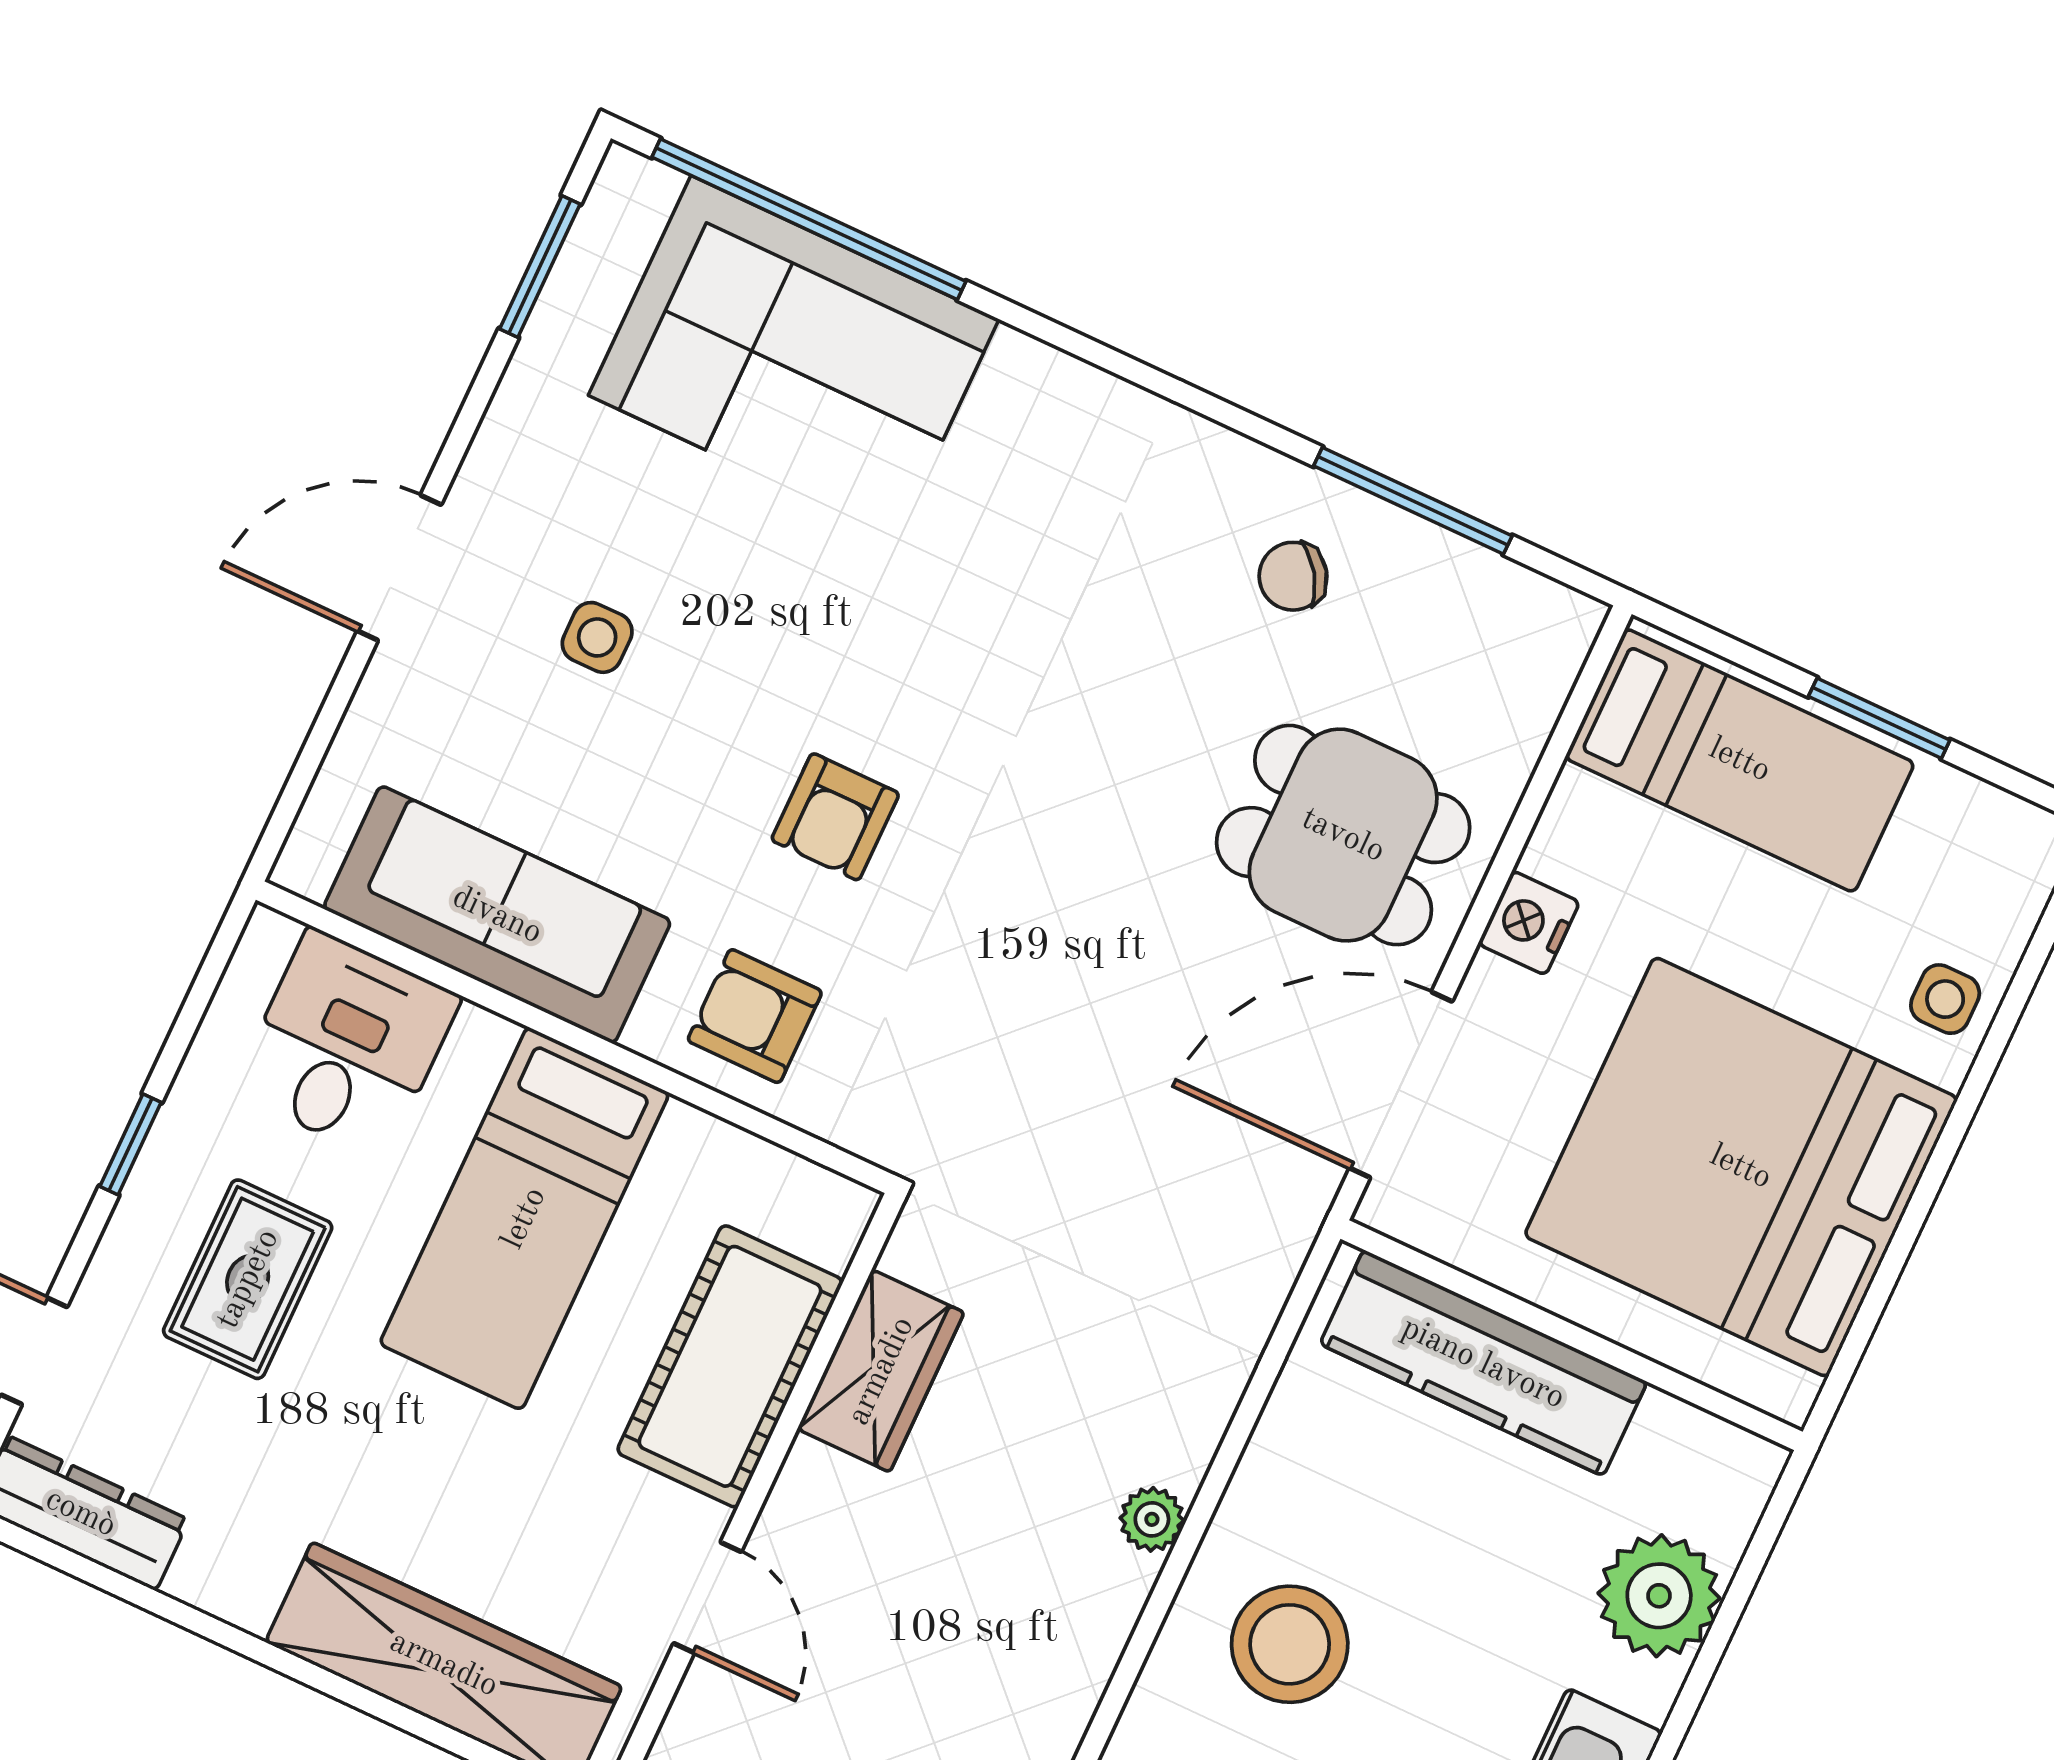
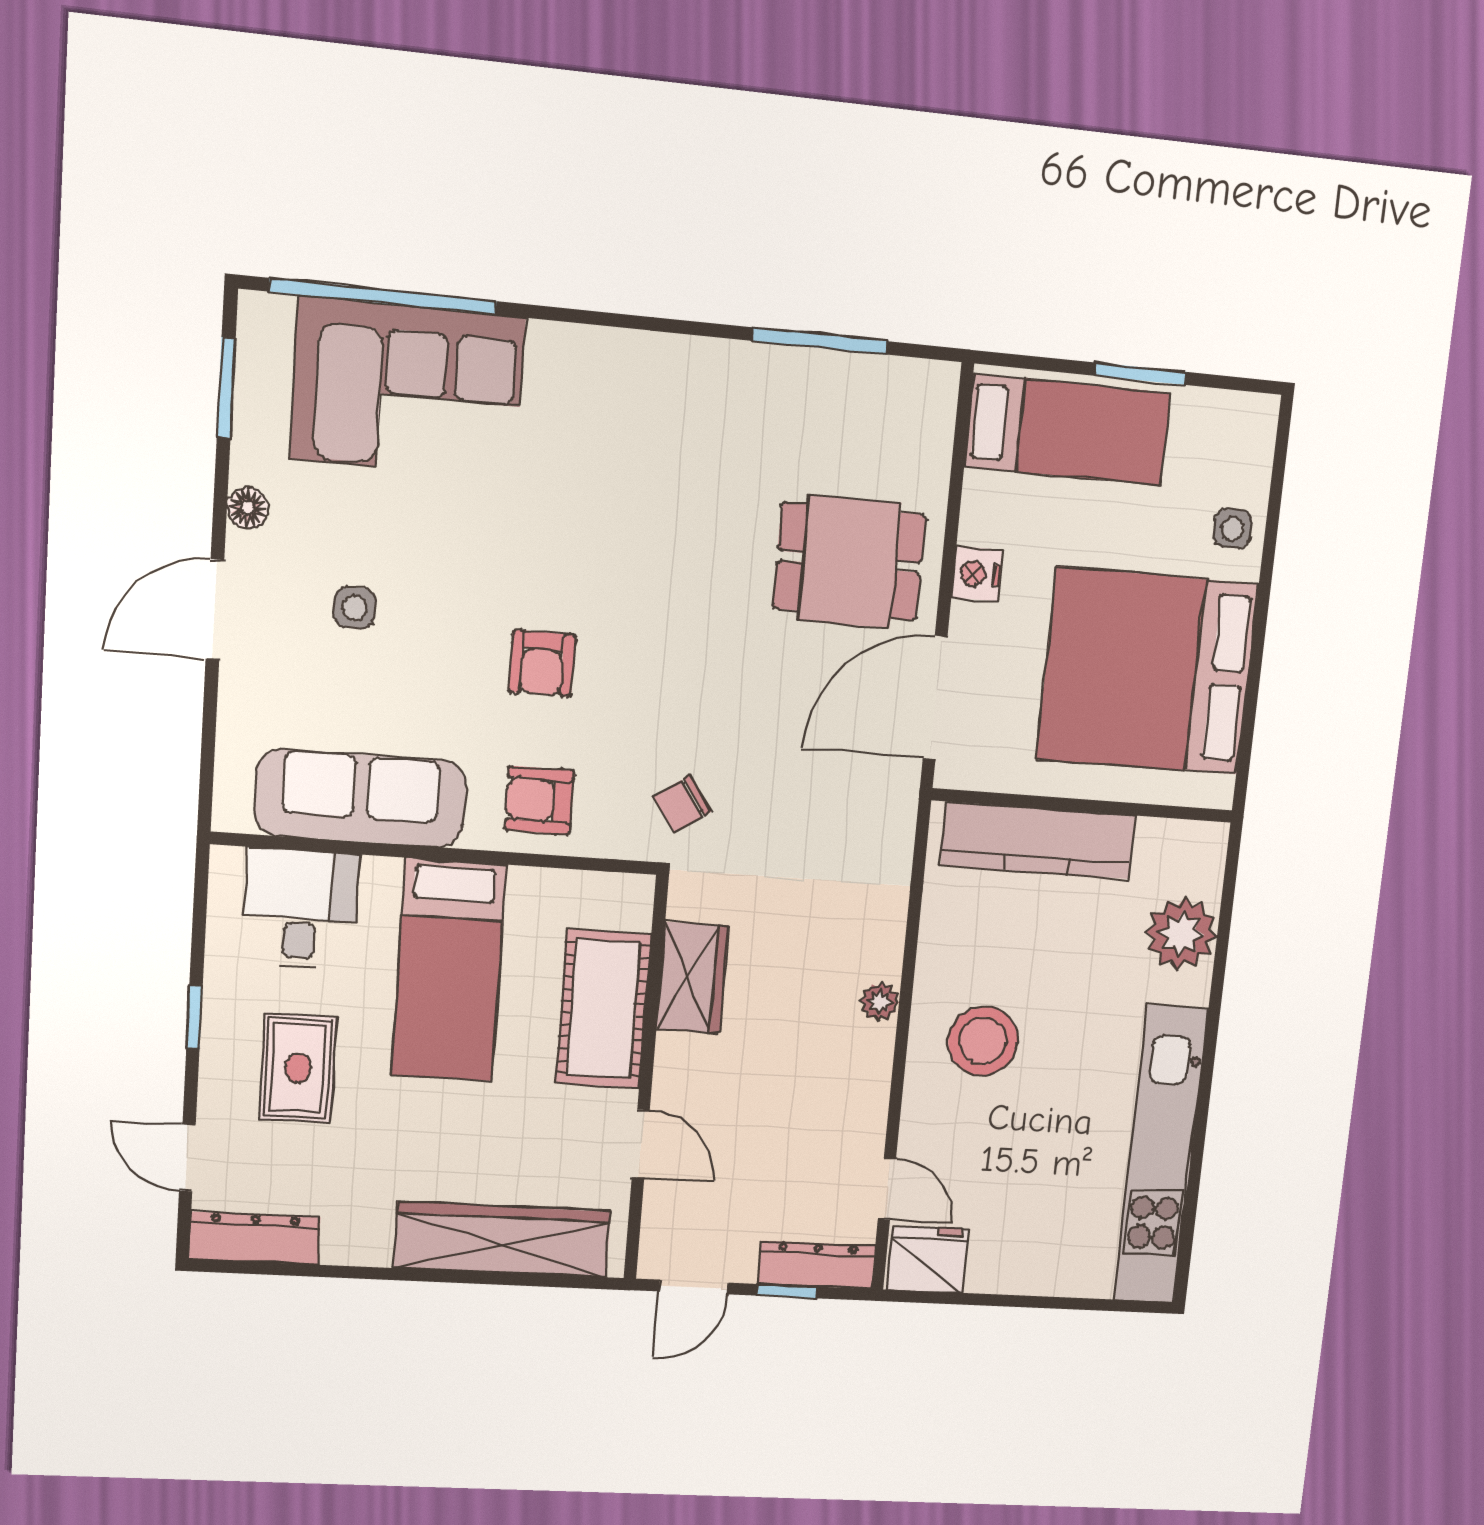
floor lamp: (503, 442) -> (248, 508), added
chair: (1293, 576) -> (682, 804), moved

